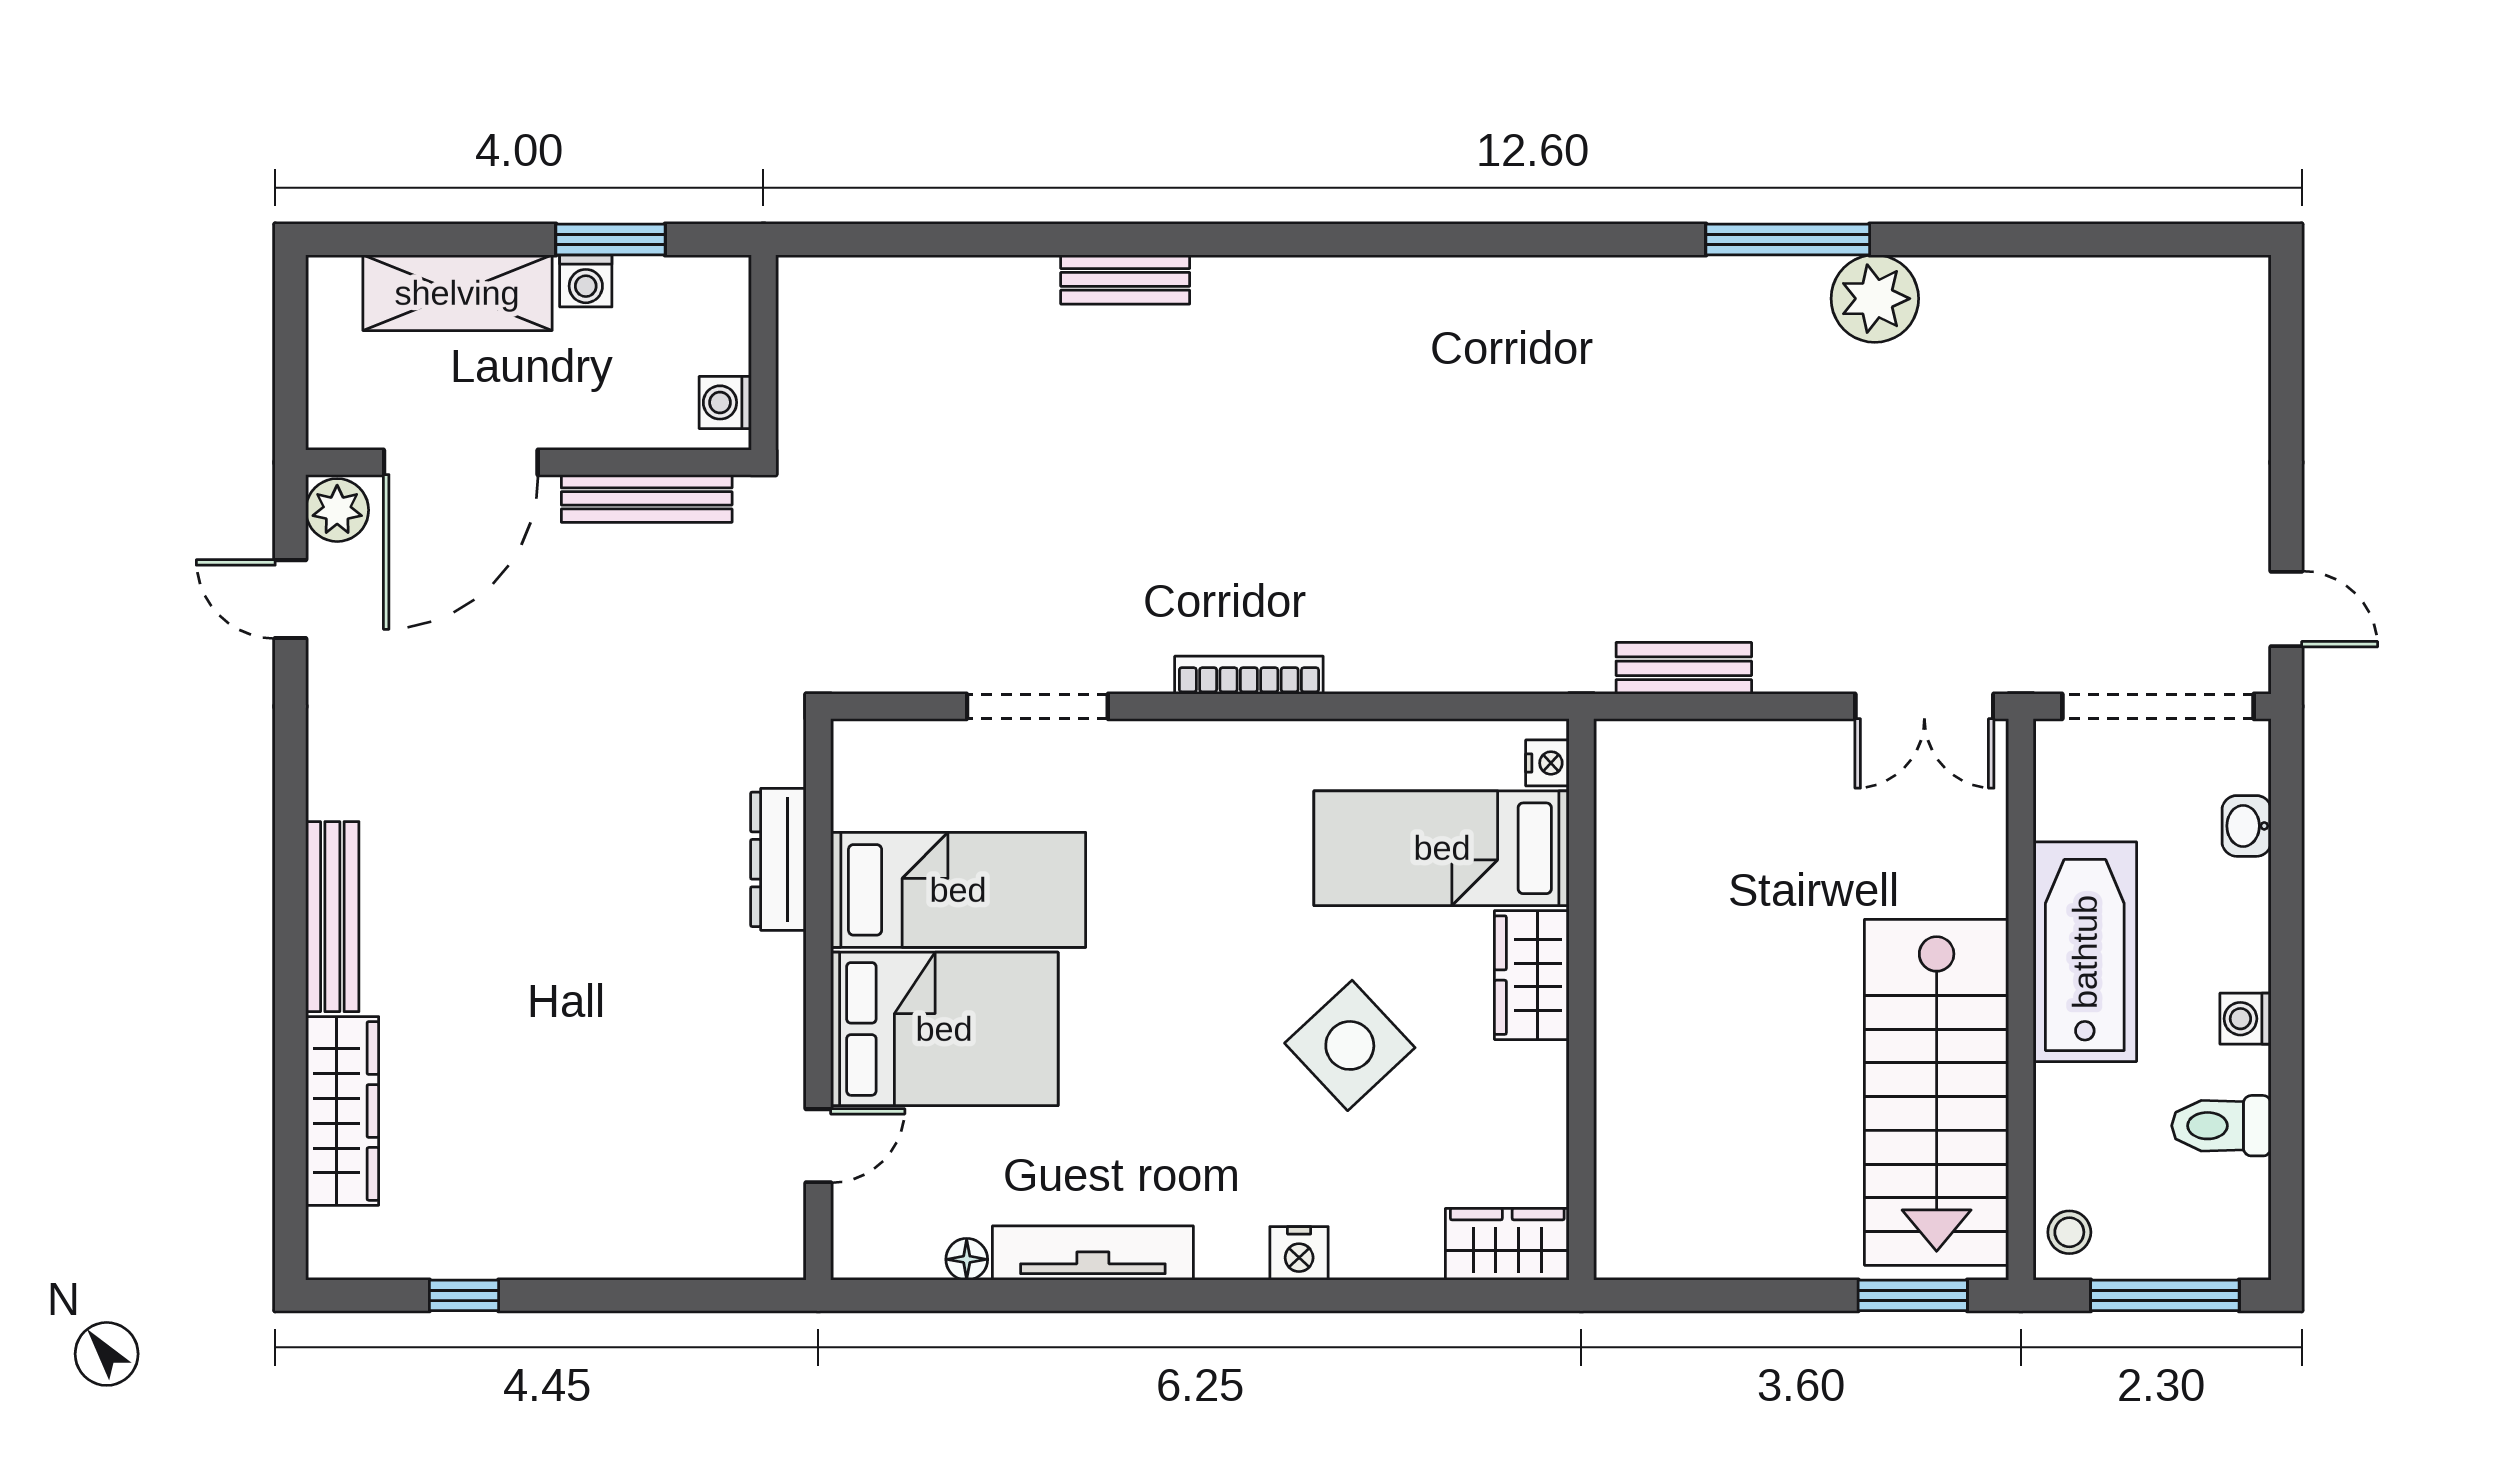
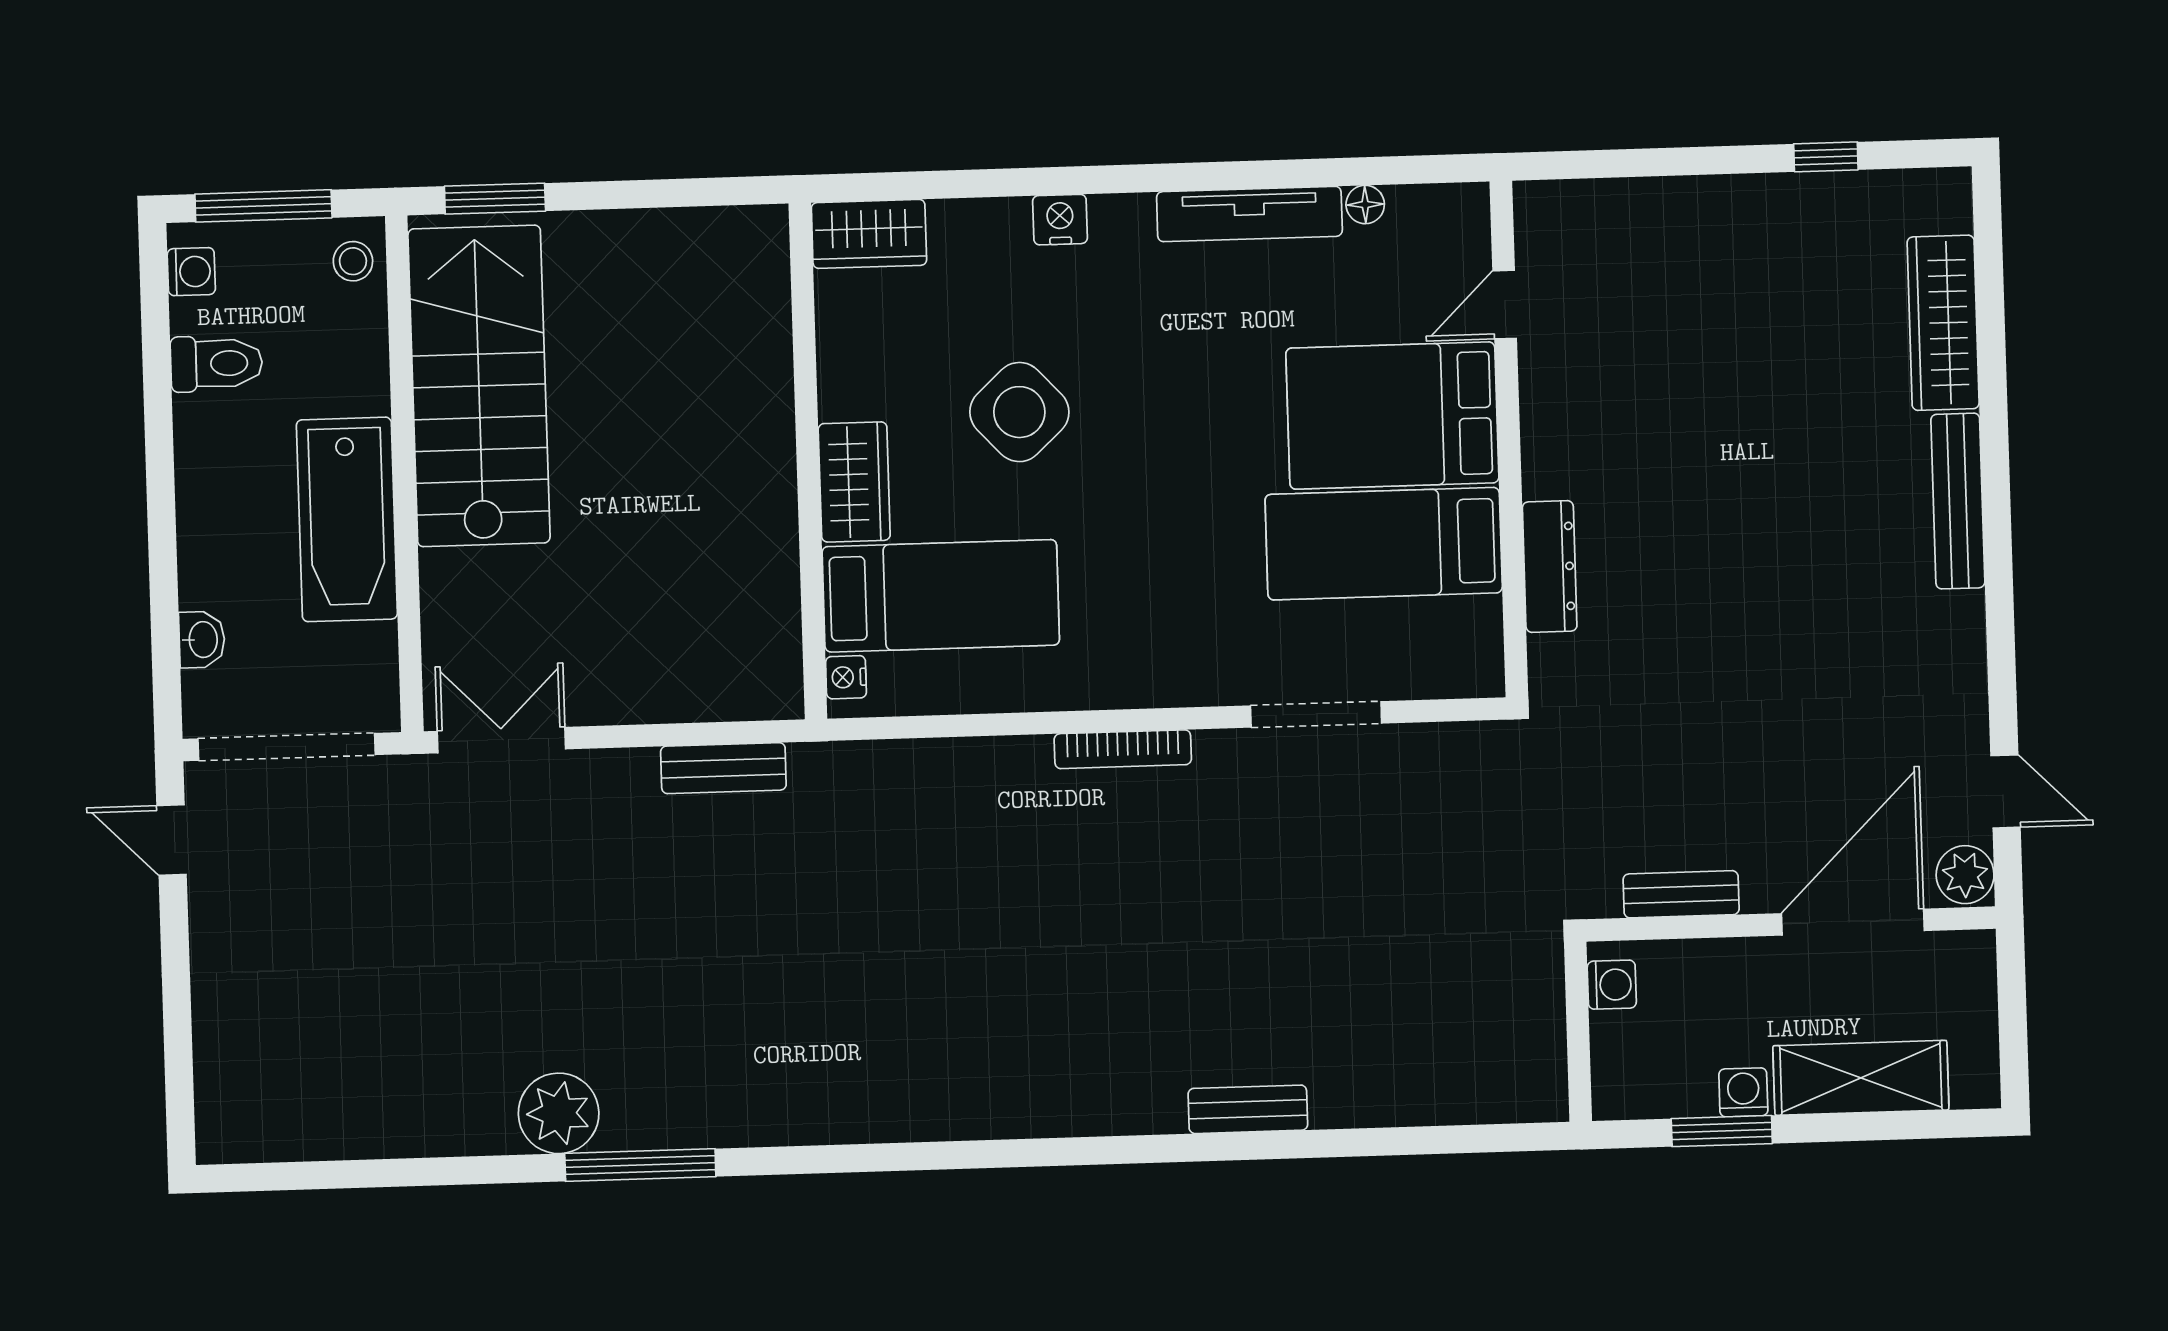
bench: (647, 498) -> (1681, 894), width x0.73
washing machine: (2246, 1019) -> (191, 272), moved

